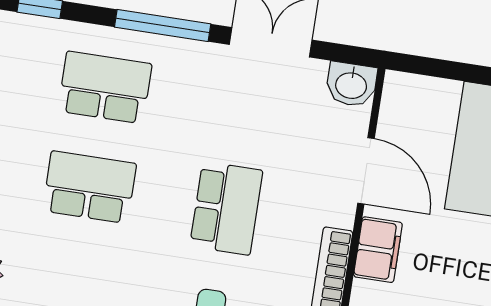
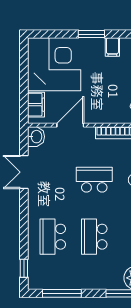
window: (163, 25) -> (24, 217), removed
filing cabinet: (378, 250) -> (36, 105), moved, turned 90

